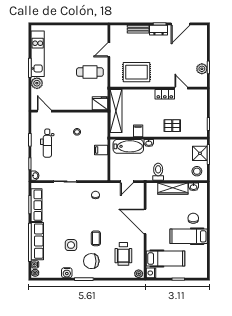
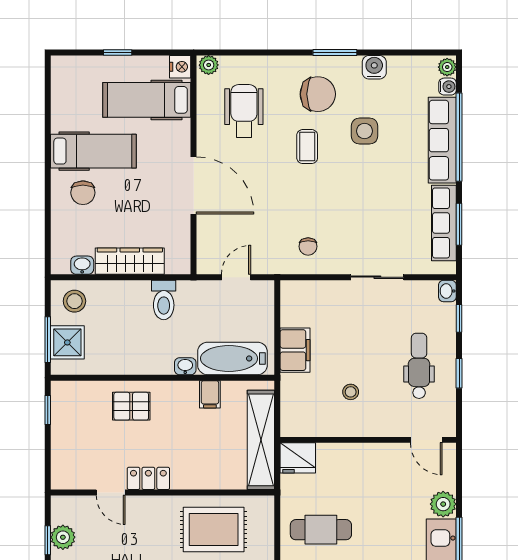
filing cabinet: (101, 150) -> (295, 350), width x2.00

